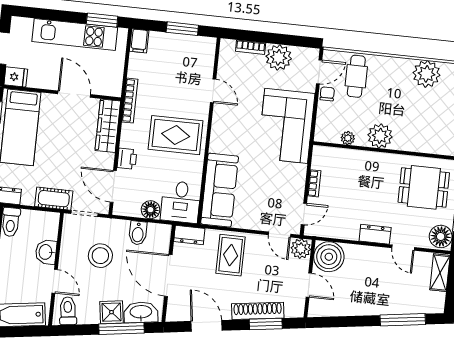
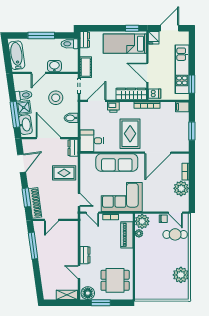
dishwasher: (111, 86) -> (154, 94), added
door: (213, 91) -> (158, 153), width x1.87
door: (74, 94) -> (147, 73), swing flipped
corner sofa: (286, 126) -> (122, 197), moved
plant: (380, 136) -> (142, 221), moved
piano: (348, 159) -> (127, 235), added
dining table: (424, 187) -> (115, 280), turned 90
sofa: (220, 190) -> (117, 163), moved
floor lamp: (150, 210) -> (85, 124), removed
door: (279, 234) -> (79, 200), swing flipped
door: (403, 248) -> (79, 272), hinge flipped
plant: (301, 249) -> (72, 213), removed
boiler: (329, 257) -> (69, 230), removed
door: (168, 275) -> (48, 138), hinge flipped
toilet: (68, 311) -> (24, 95), moved
shoe rack: (258, 311) -> (35, 203), moved
window: (403, 320) -> (33, 246), moved

